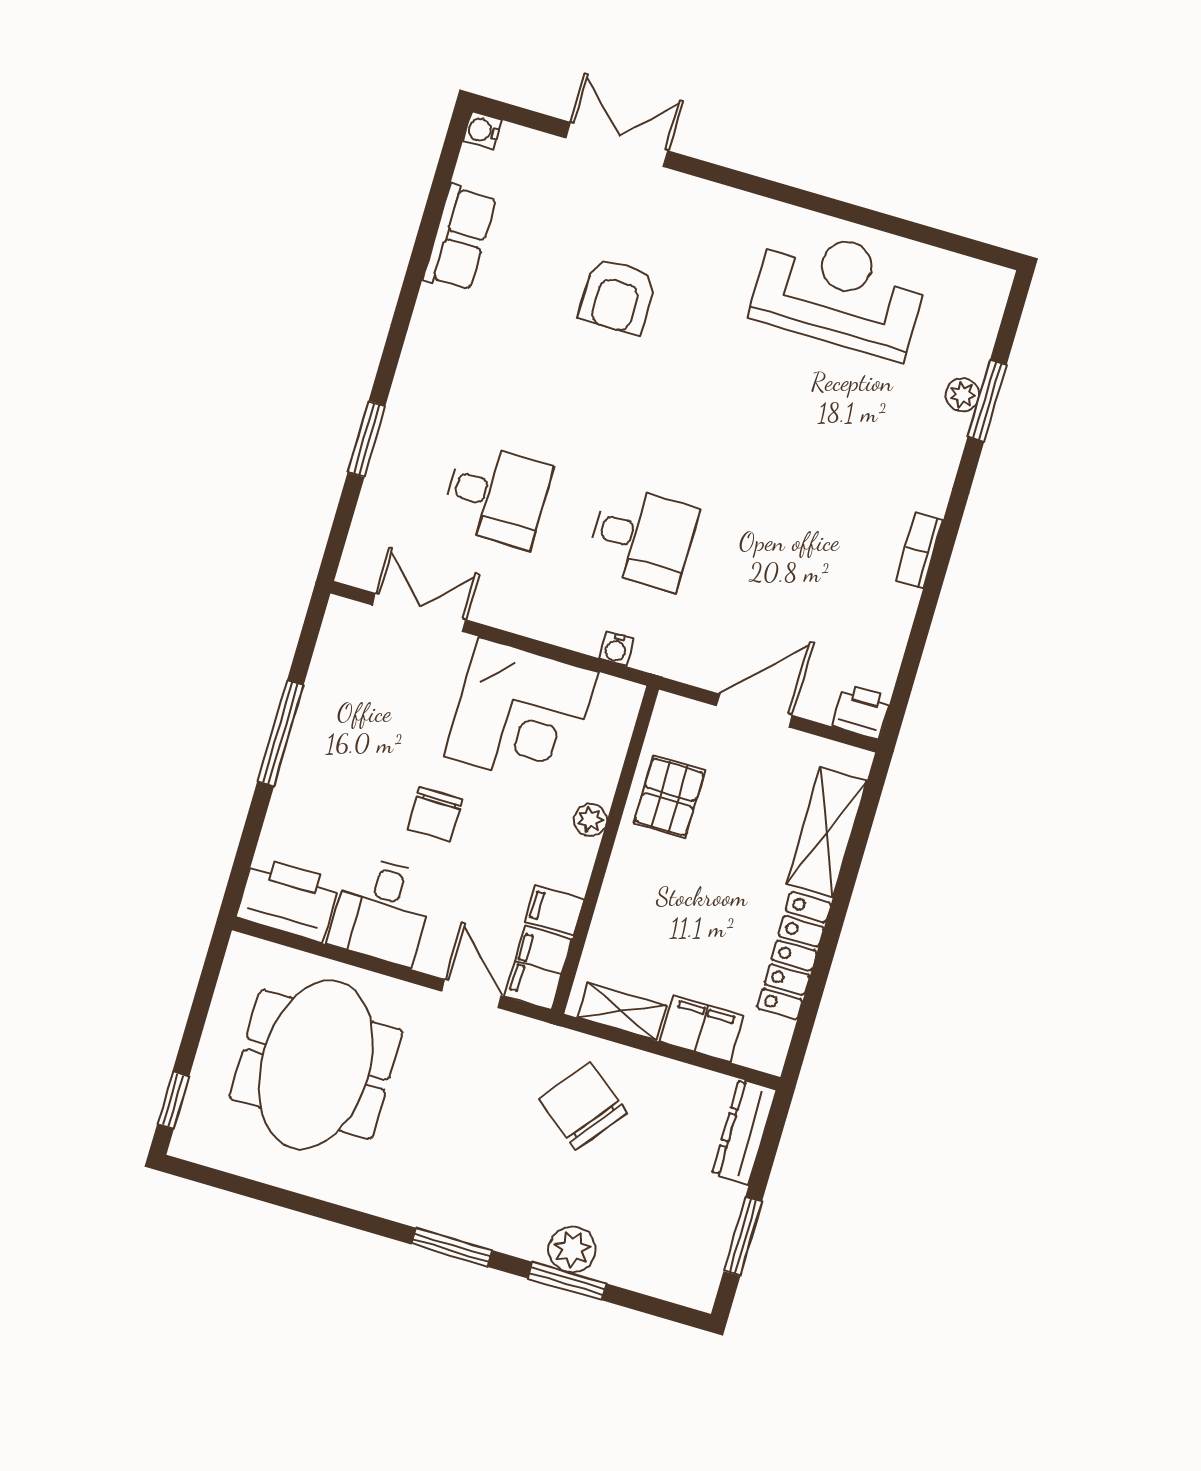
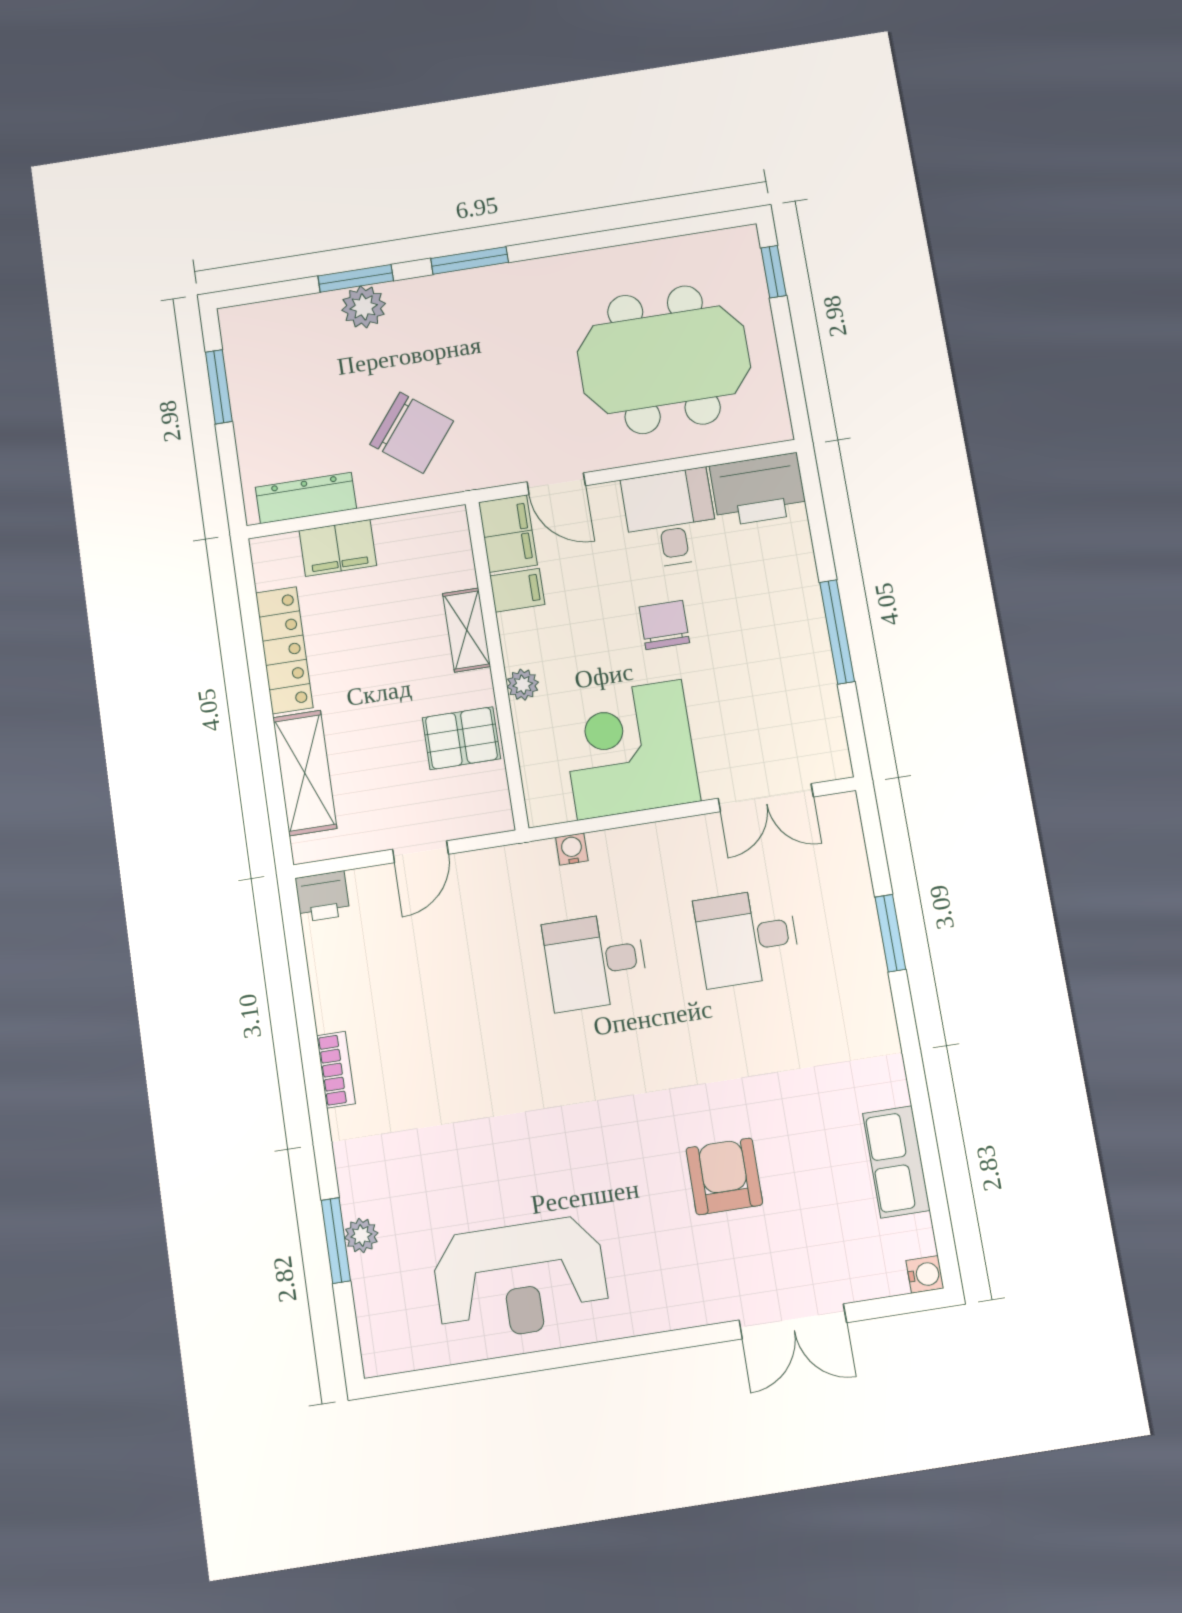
door: (754, 710) -> (421, 852), width x0.73
pallet: (669, 797) -> (461, 738), turned 90
shelving: (622, 1011) -> (467, 630), moved, turned 90
meeting table: (316, 1064) -> (664, 360), turned 90
dresser: (744, 1132) -> (306, 498), moved, turned -90

